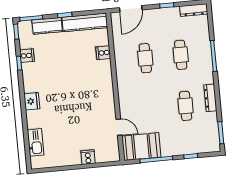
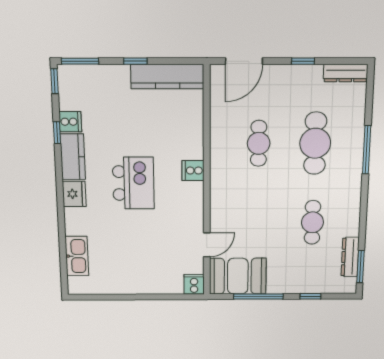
kitchen counter: (47, 26) -> (73, 157), moved, turned -90
cooker: (103, 53) -> (193, 171), moved
cafe table: (181, 55) -> (315, 143), width x1.37, depth x1.35
kitchen island: (69, 91) -> (133, 183), added
dresser: (210, 98) -> (350, 257), moved
door: (119, 127) -> (207, 245), hinge flipped
cooker: (88, 157) -> (194, 284), moved

